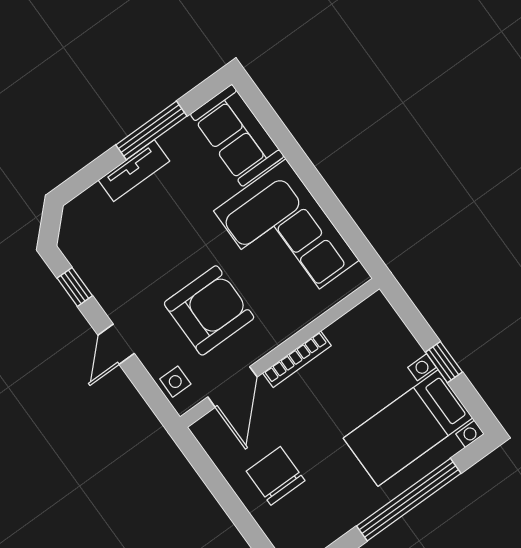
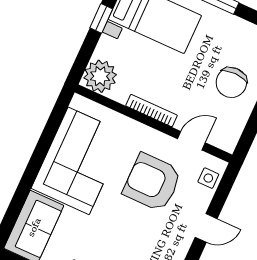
plant: (374, 321) -> (100, 76), added
door: (232, 387) -> (191, 141), width x0.73

